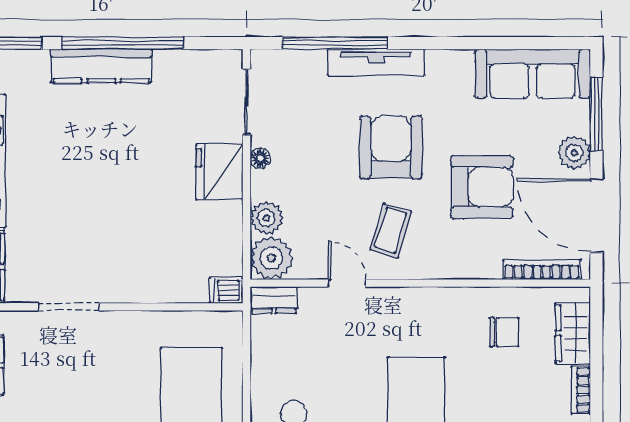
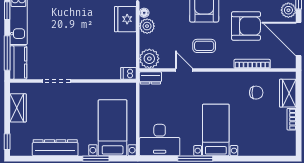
plant: (266, 218) -> (147, 26), moved
coffee table: (391, 230) -> (204, 46), turned 73
bookcase: (542, 269) -> (252, 64), moved

